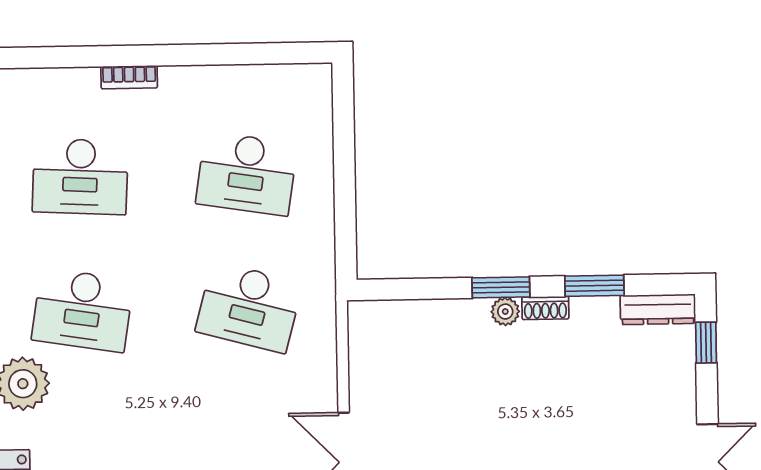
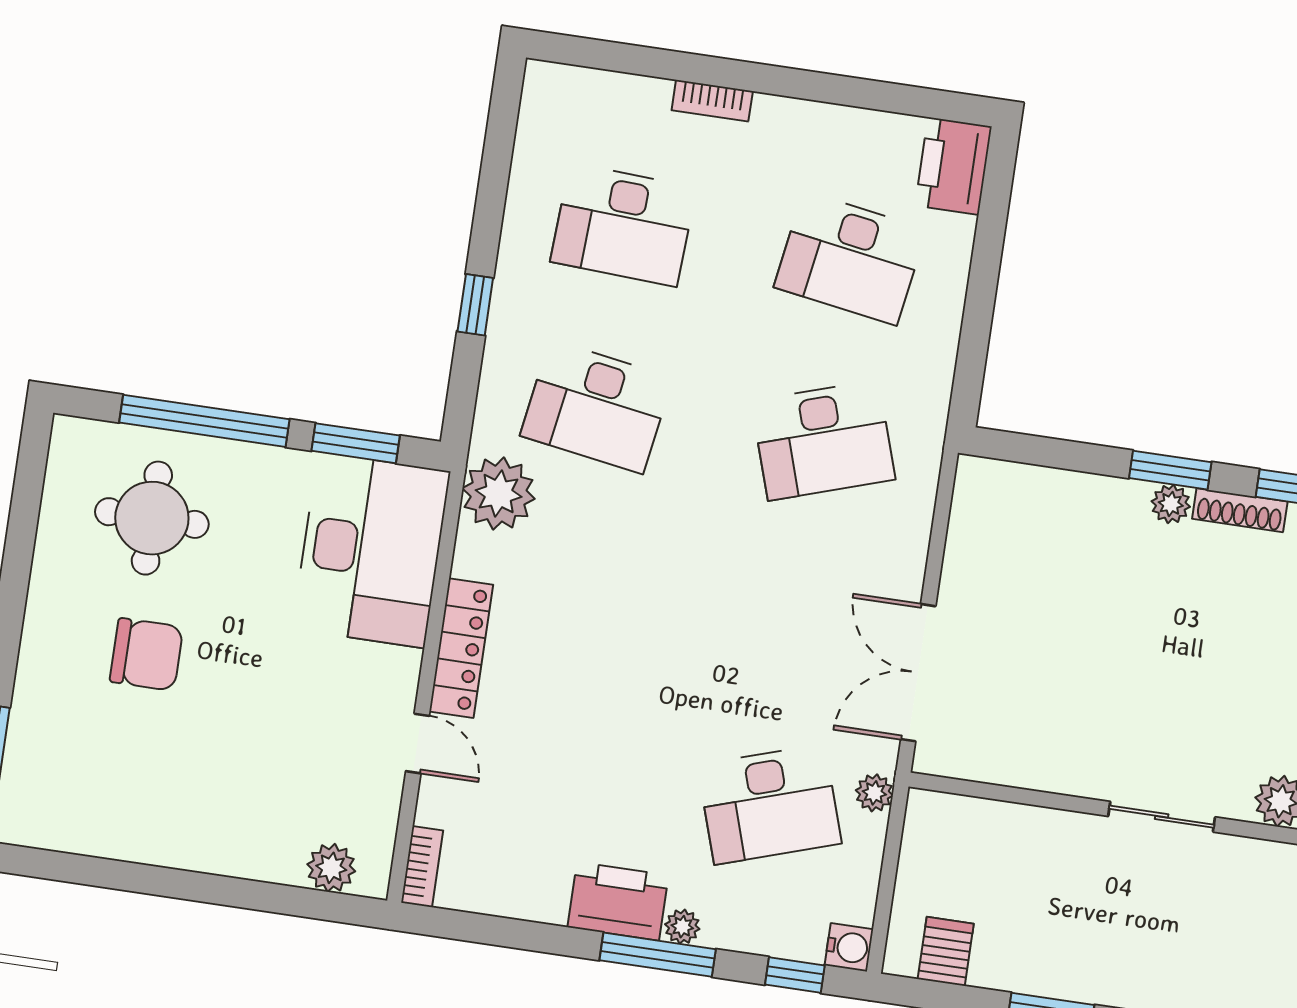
printer: (310, 95) -> (953, 166), added
desk: (249, 307) -> (823, 440), turned -33
shoe rack: (545, 308) -> (1240, 510), width x1.43

